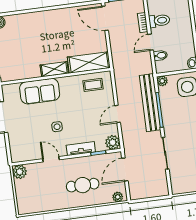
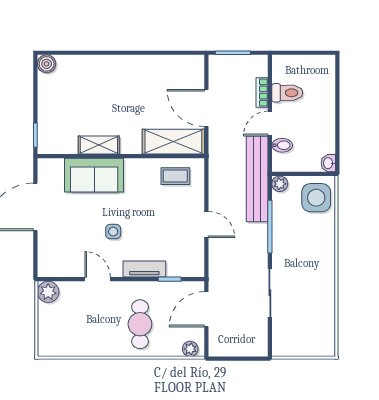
door: (105, 18) -> (206, 108), moved
shelving: (54, 69) -> (99, 145), moved
bench: (150, 103) -> (257, 179), moved
door: (118, 114) -> (206, 225), swing flipped
plant: (113, 142) -> (193, 266), removed
cafe table: (83, 185) -> (140, 324), turned 90

